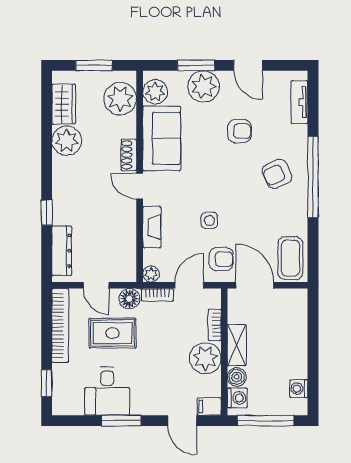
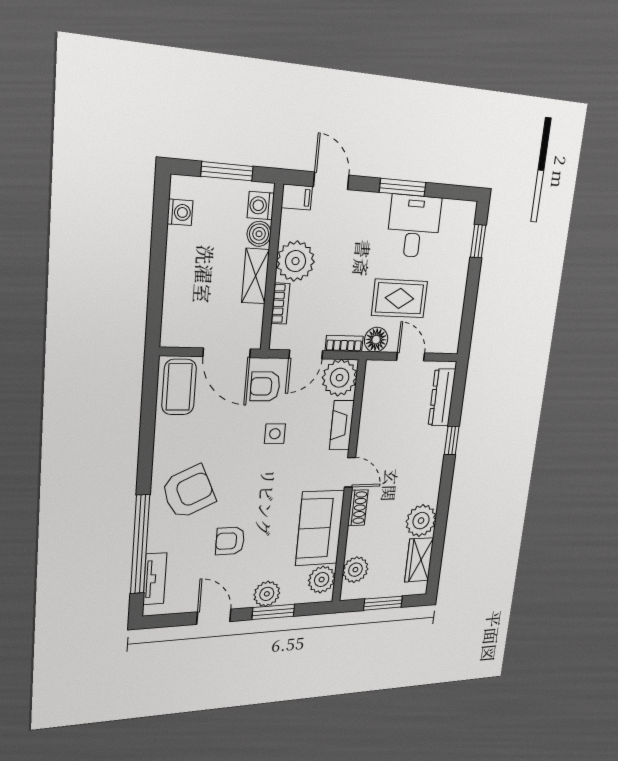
plant: (204, 86) -> (267, 594), width x0.73, depth x0.73
plant: (120, 99) -> (355, 570), width x0.73, depth x0.73
armchair: (277, 174) -> (189, 492), width x1.38, depth x1.38
window: (313, 177) -> (140, 544), moved
plant: (151, 274) -> (340, 378), width x1.87, depth x1.87
bookcase: (60, 325) -> (455, 310), removed
window: (265, 421) -> (227, 171), width x0.69

